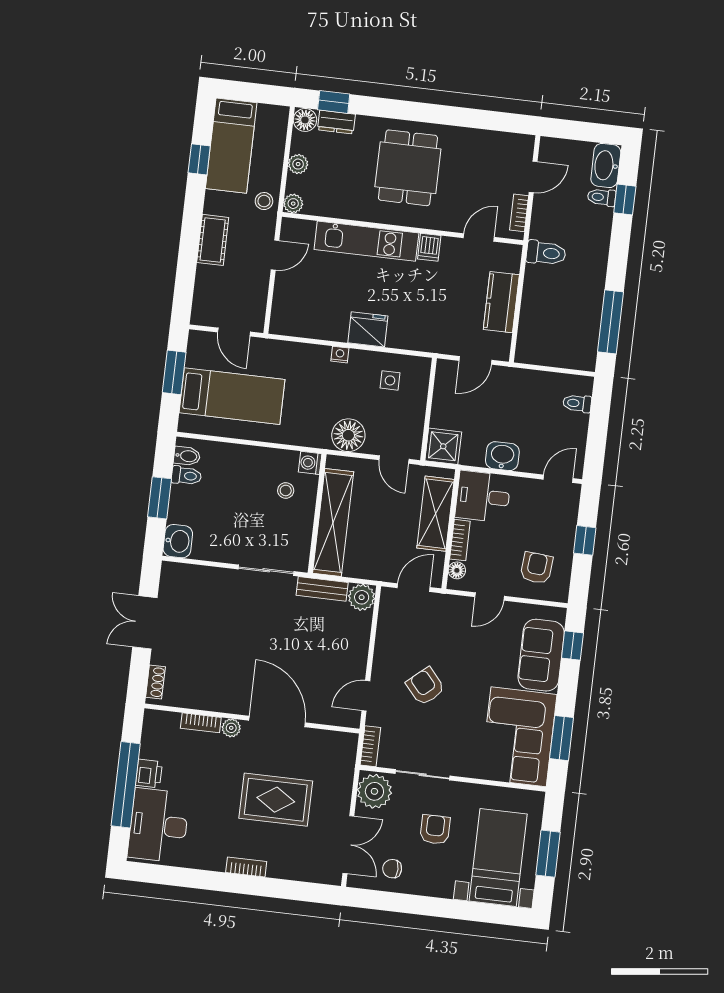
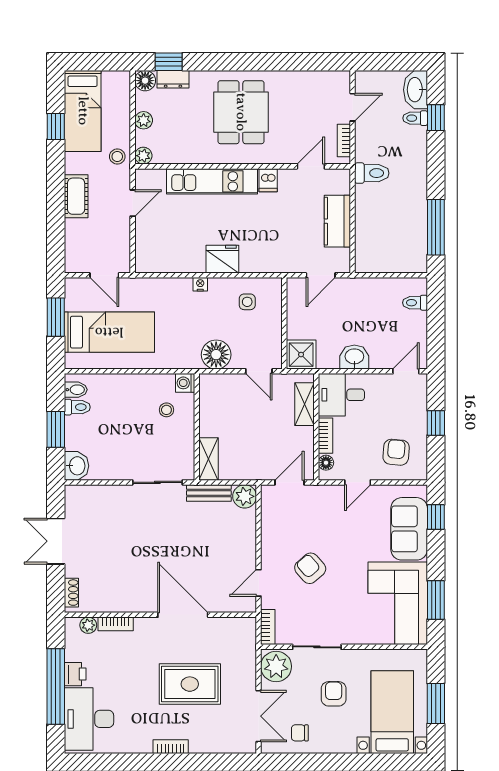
shelving: (435, 514) -> (304, 404), width x0.67, depth x0.75
shelving: (333, 522) -> (208, 459), width x0.45, depth x0.75
plant: (231, 728) -> (88, 625), moved

